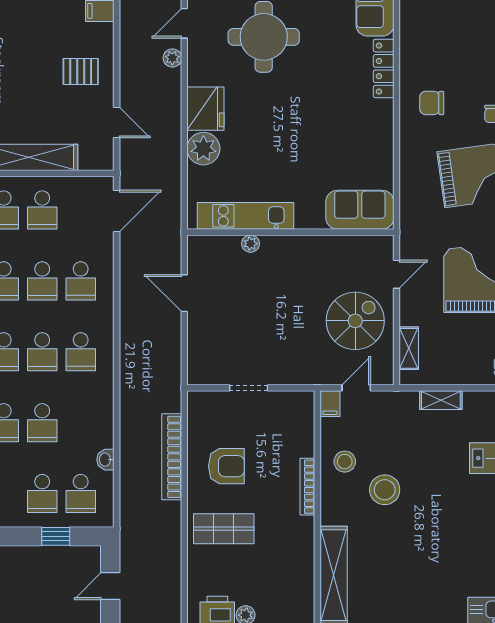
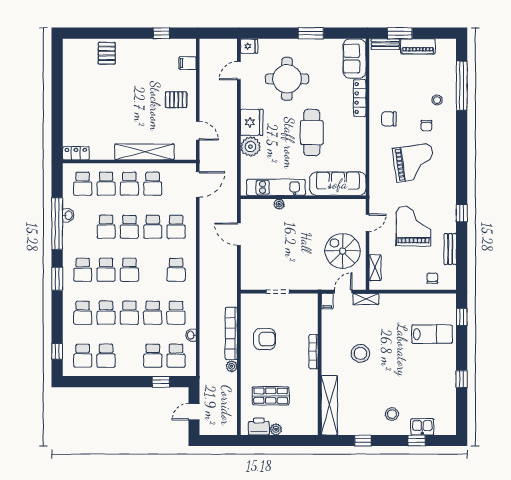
plant: (172, 58) -> (232, 366), moved
cafe table: (304, 126) -> (312, 133), added
sofa: (360, 210) -> (338, 184), width x1.36
spiral stairs: (355, 321) -> (343, 251), turned -90
school desk: (42, 352) -> (176, 313), moved
shelving: (441, 400) -> (366, 299), moved
stool: (345, 462) -> (392, 414), moved
shop shelf: (224, 529) -> (271, 396), moved

